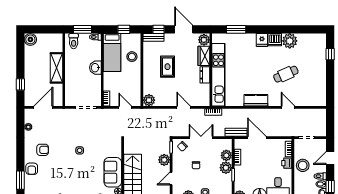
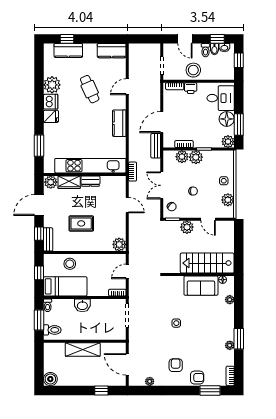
kitchen counter: (320, 55) -> (68, 51), added
kitchen counter: (320, 93) -> (112, 51), added
door: (184, 107) -> (127, 205), swing flipped

